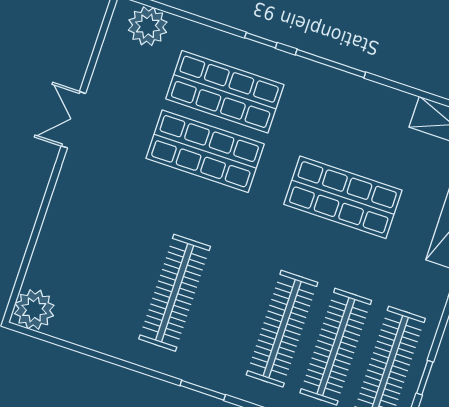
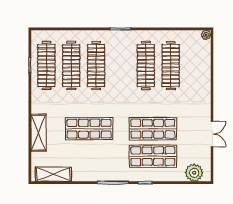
double door: (73, 120) -> (212, 134), moved
clothes rail: (121, 275) -> (171, 66), added
plant: (34, 310) -> (206, 35), width x0.53, depth x0.53

